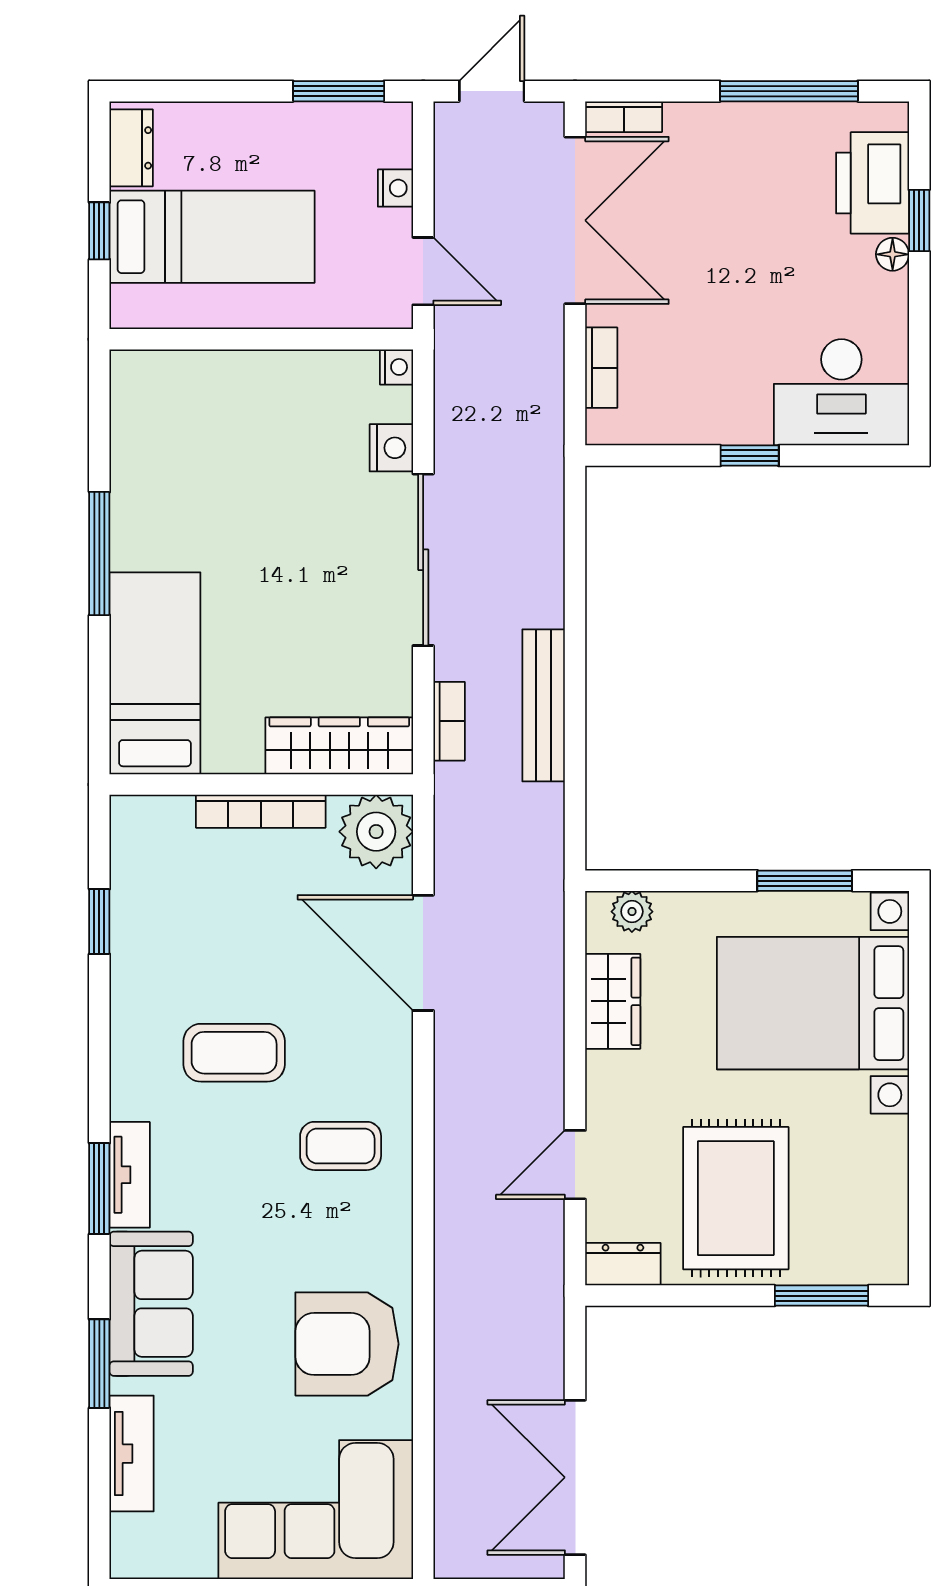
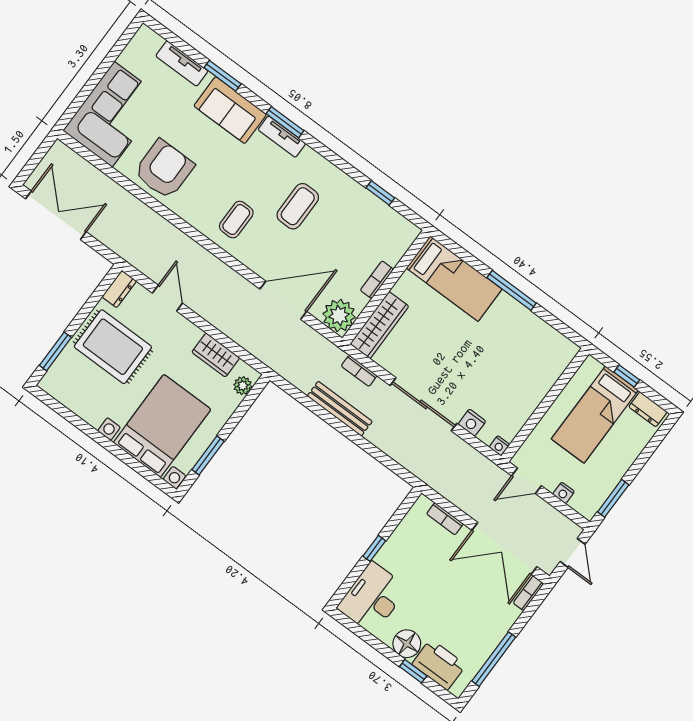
floor lamp: (893, 254) -> (407, 644), width x1.89, depth x1.89
bookcase: (261, 811) -> (377, 280), width x0.64

